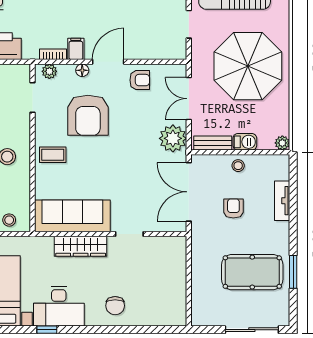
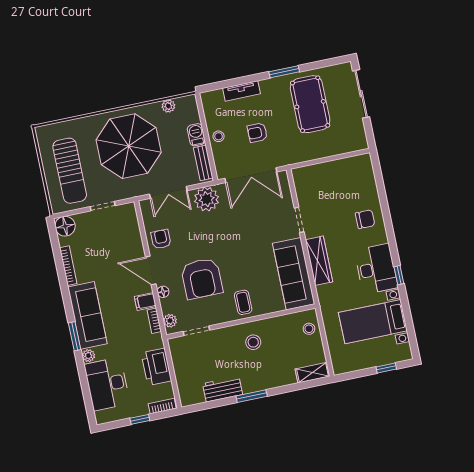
armchair: (88, 115) -> (202, 278), turned 90
plant: (282, 143) -> (168, 106), moved
window: (293, 272) -> (284, 72), moved

